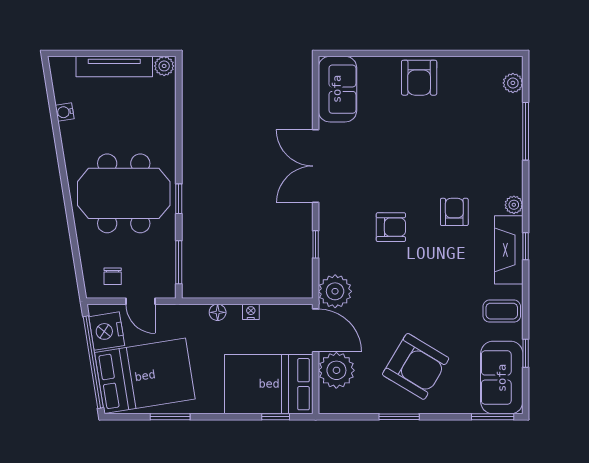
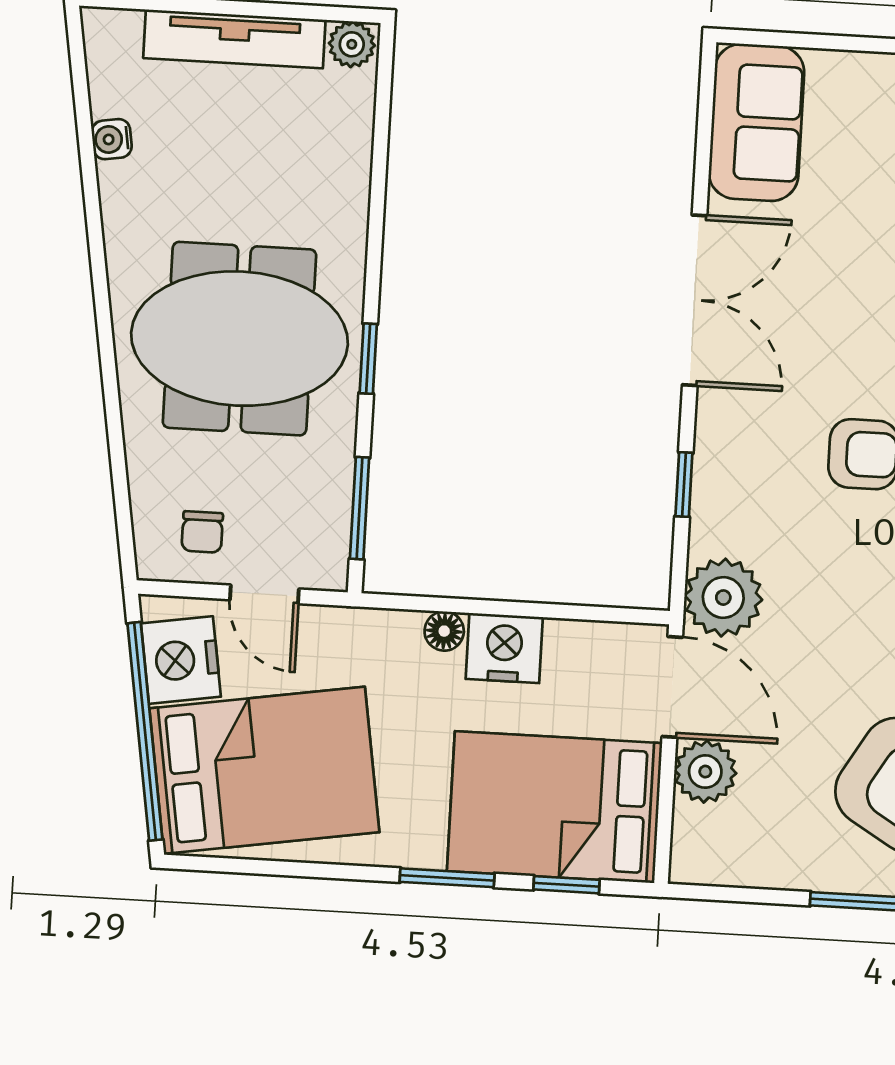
double door: (316, 166) -> (695, 300), swing flipped
nightstand: (251, 312) -> (504, 648), width x1.89, depth x1.79
plant: (336, 370) -> (705, 772), width x0.73, depth x0.73
window: (170, 417) -> (447, 878), moved

